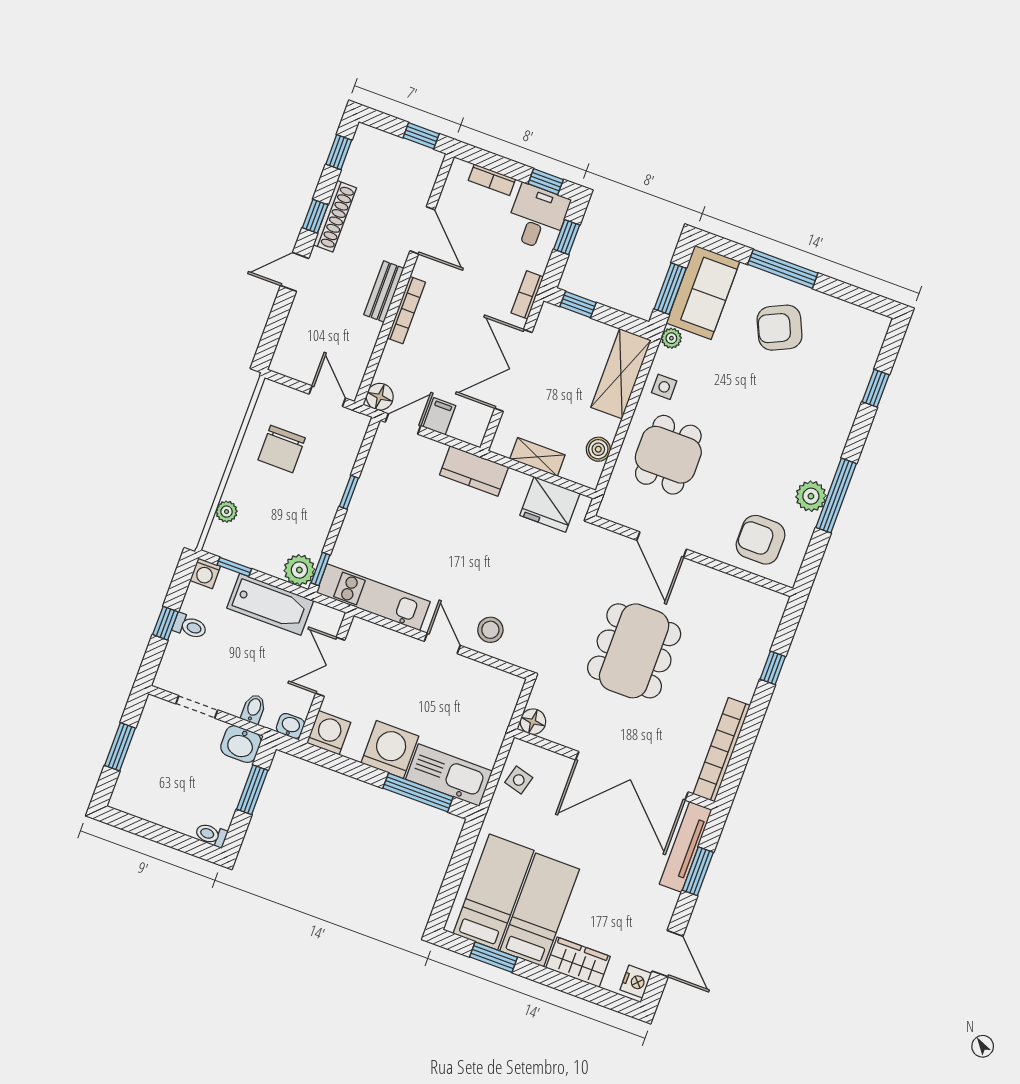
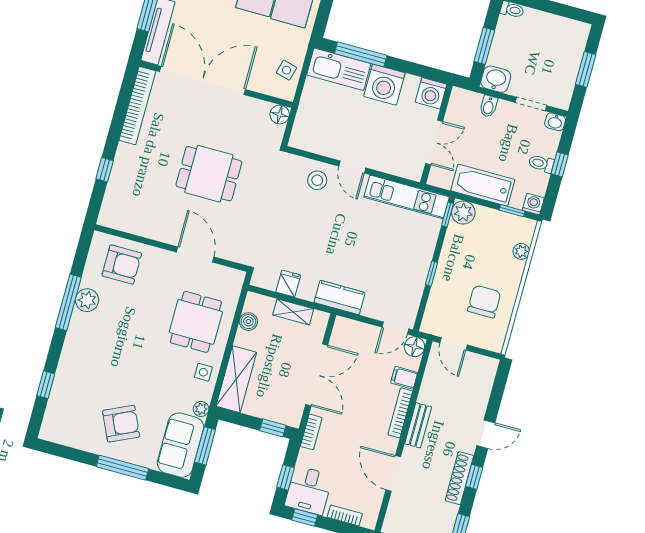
filing cabinet: (439, 416) -> (404, 378), moved, turned 90
fridge: (550, 504) -> (288, 283), width x0.53, depth x0.75
dining table: (634, 651) -> (209, 174), width x0.73
washbasin: (290, 726) -> (555, 122), moved

